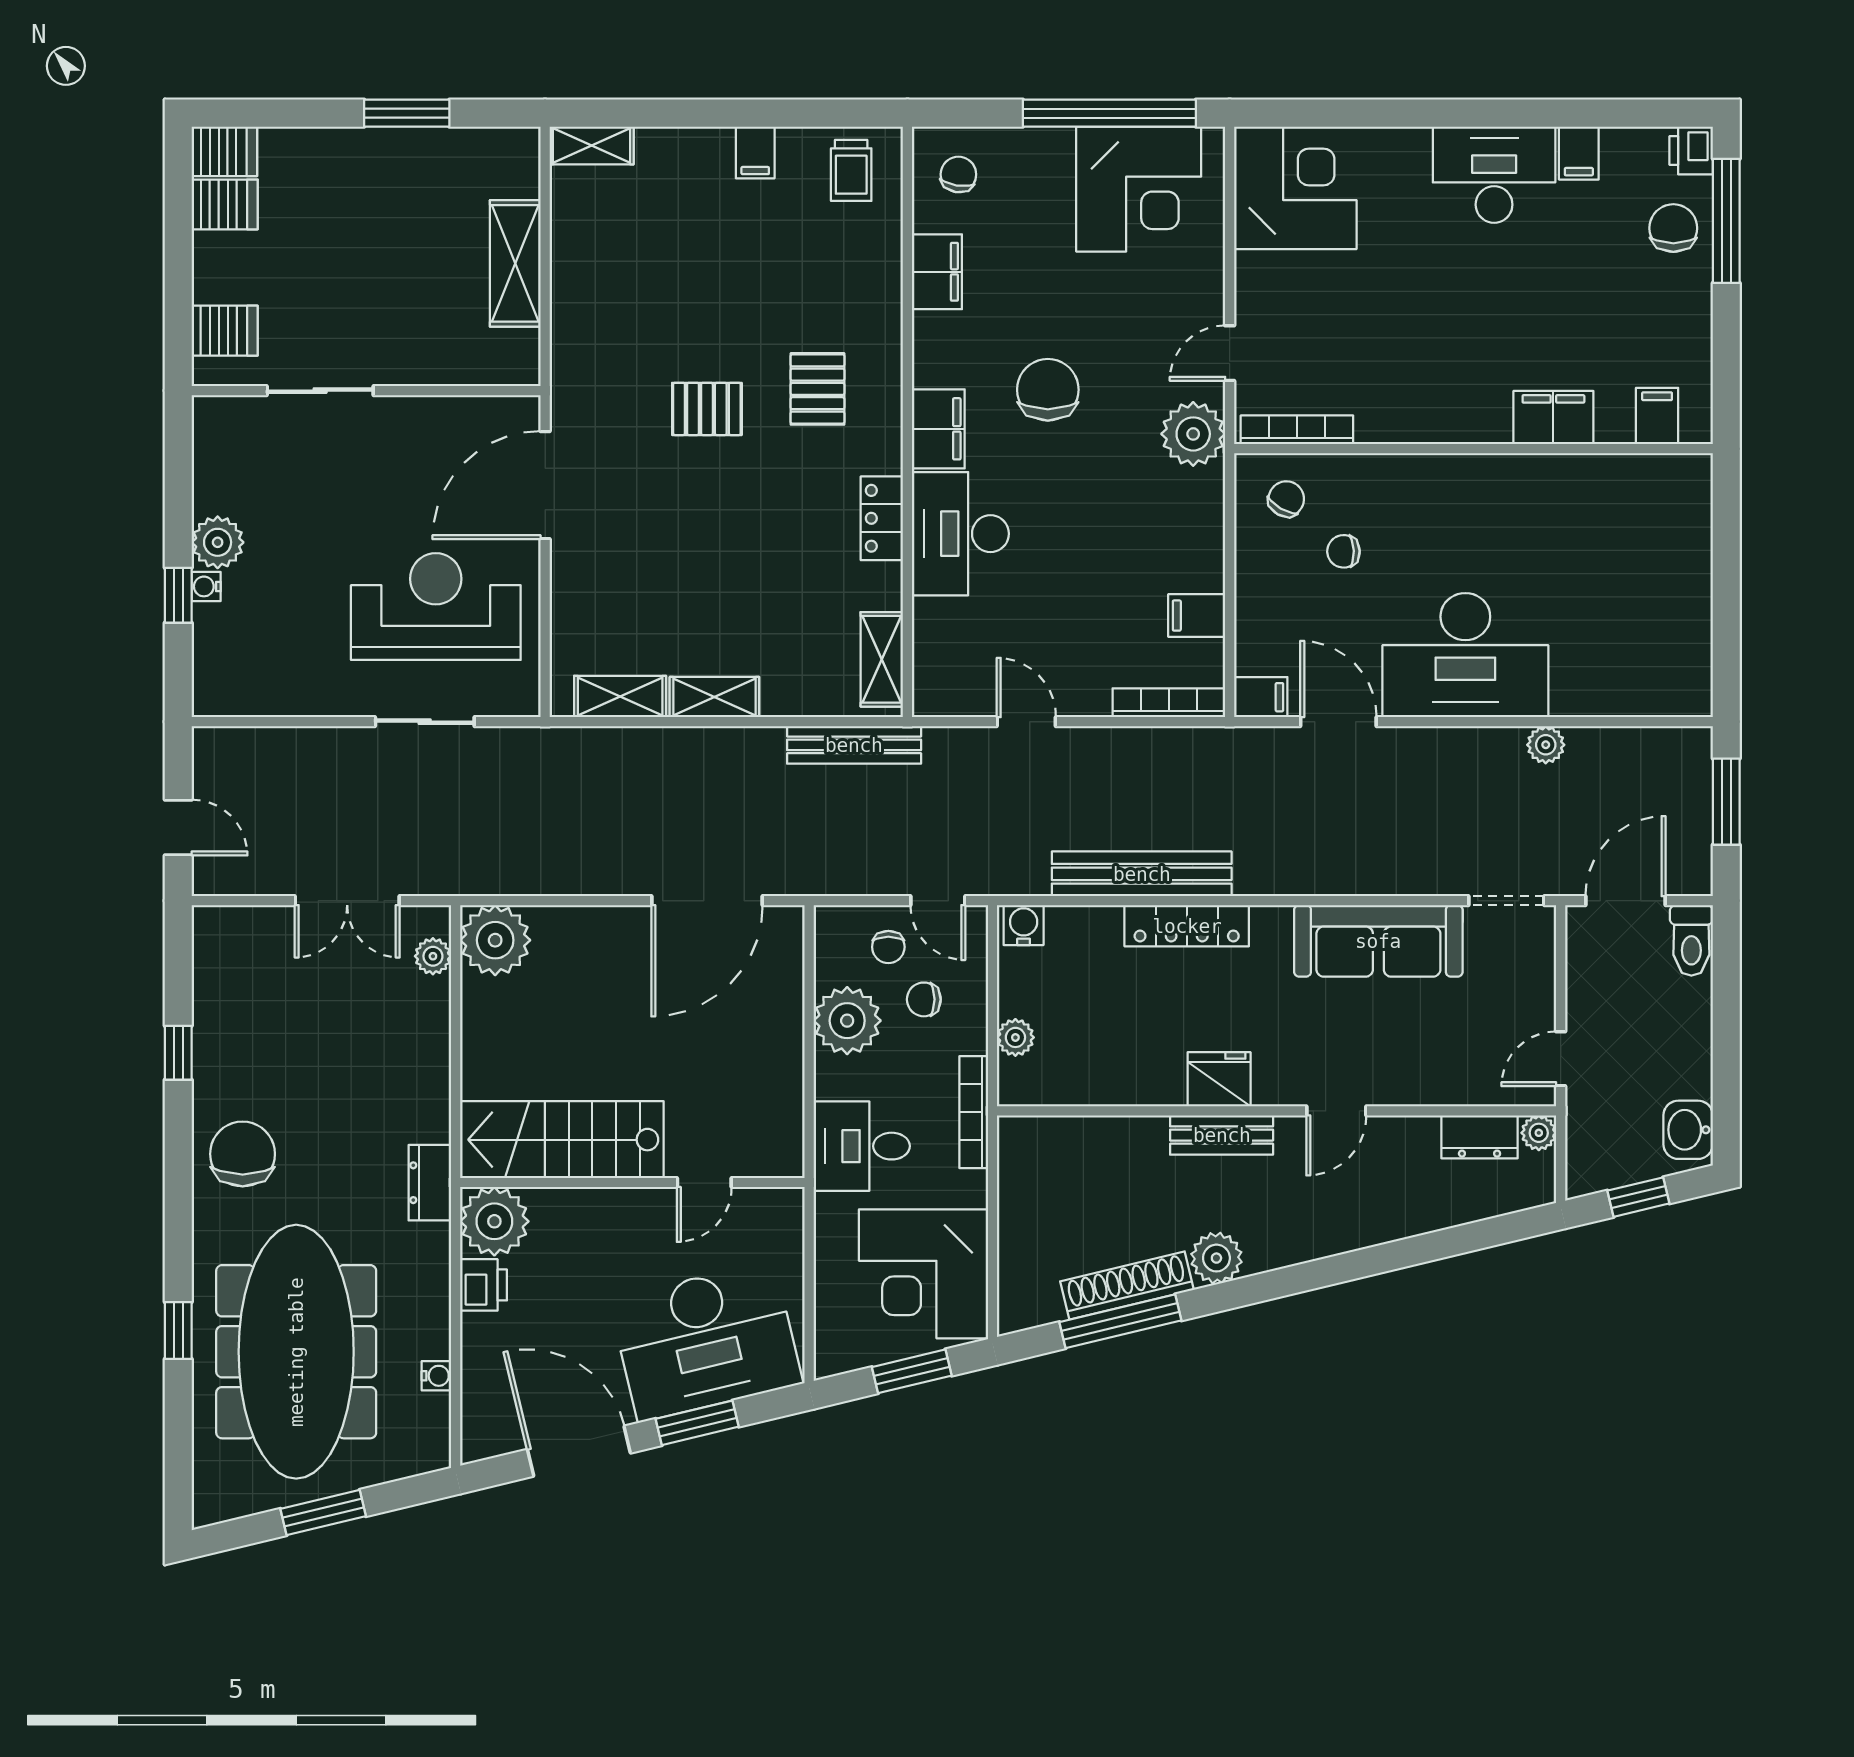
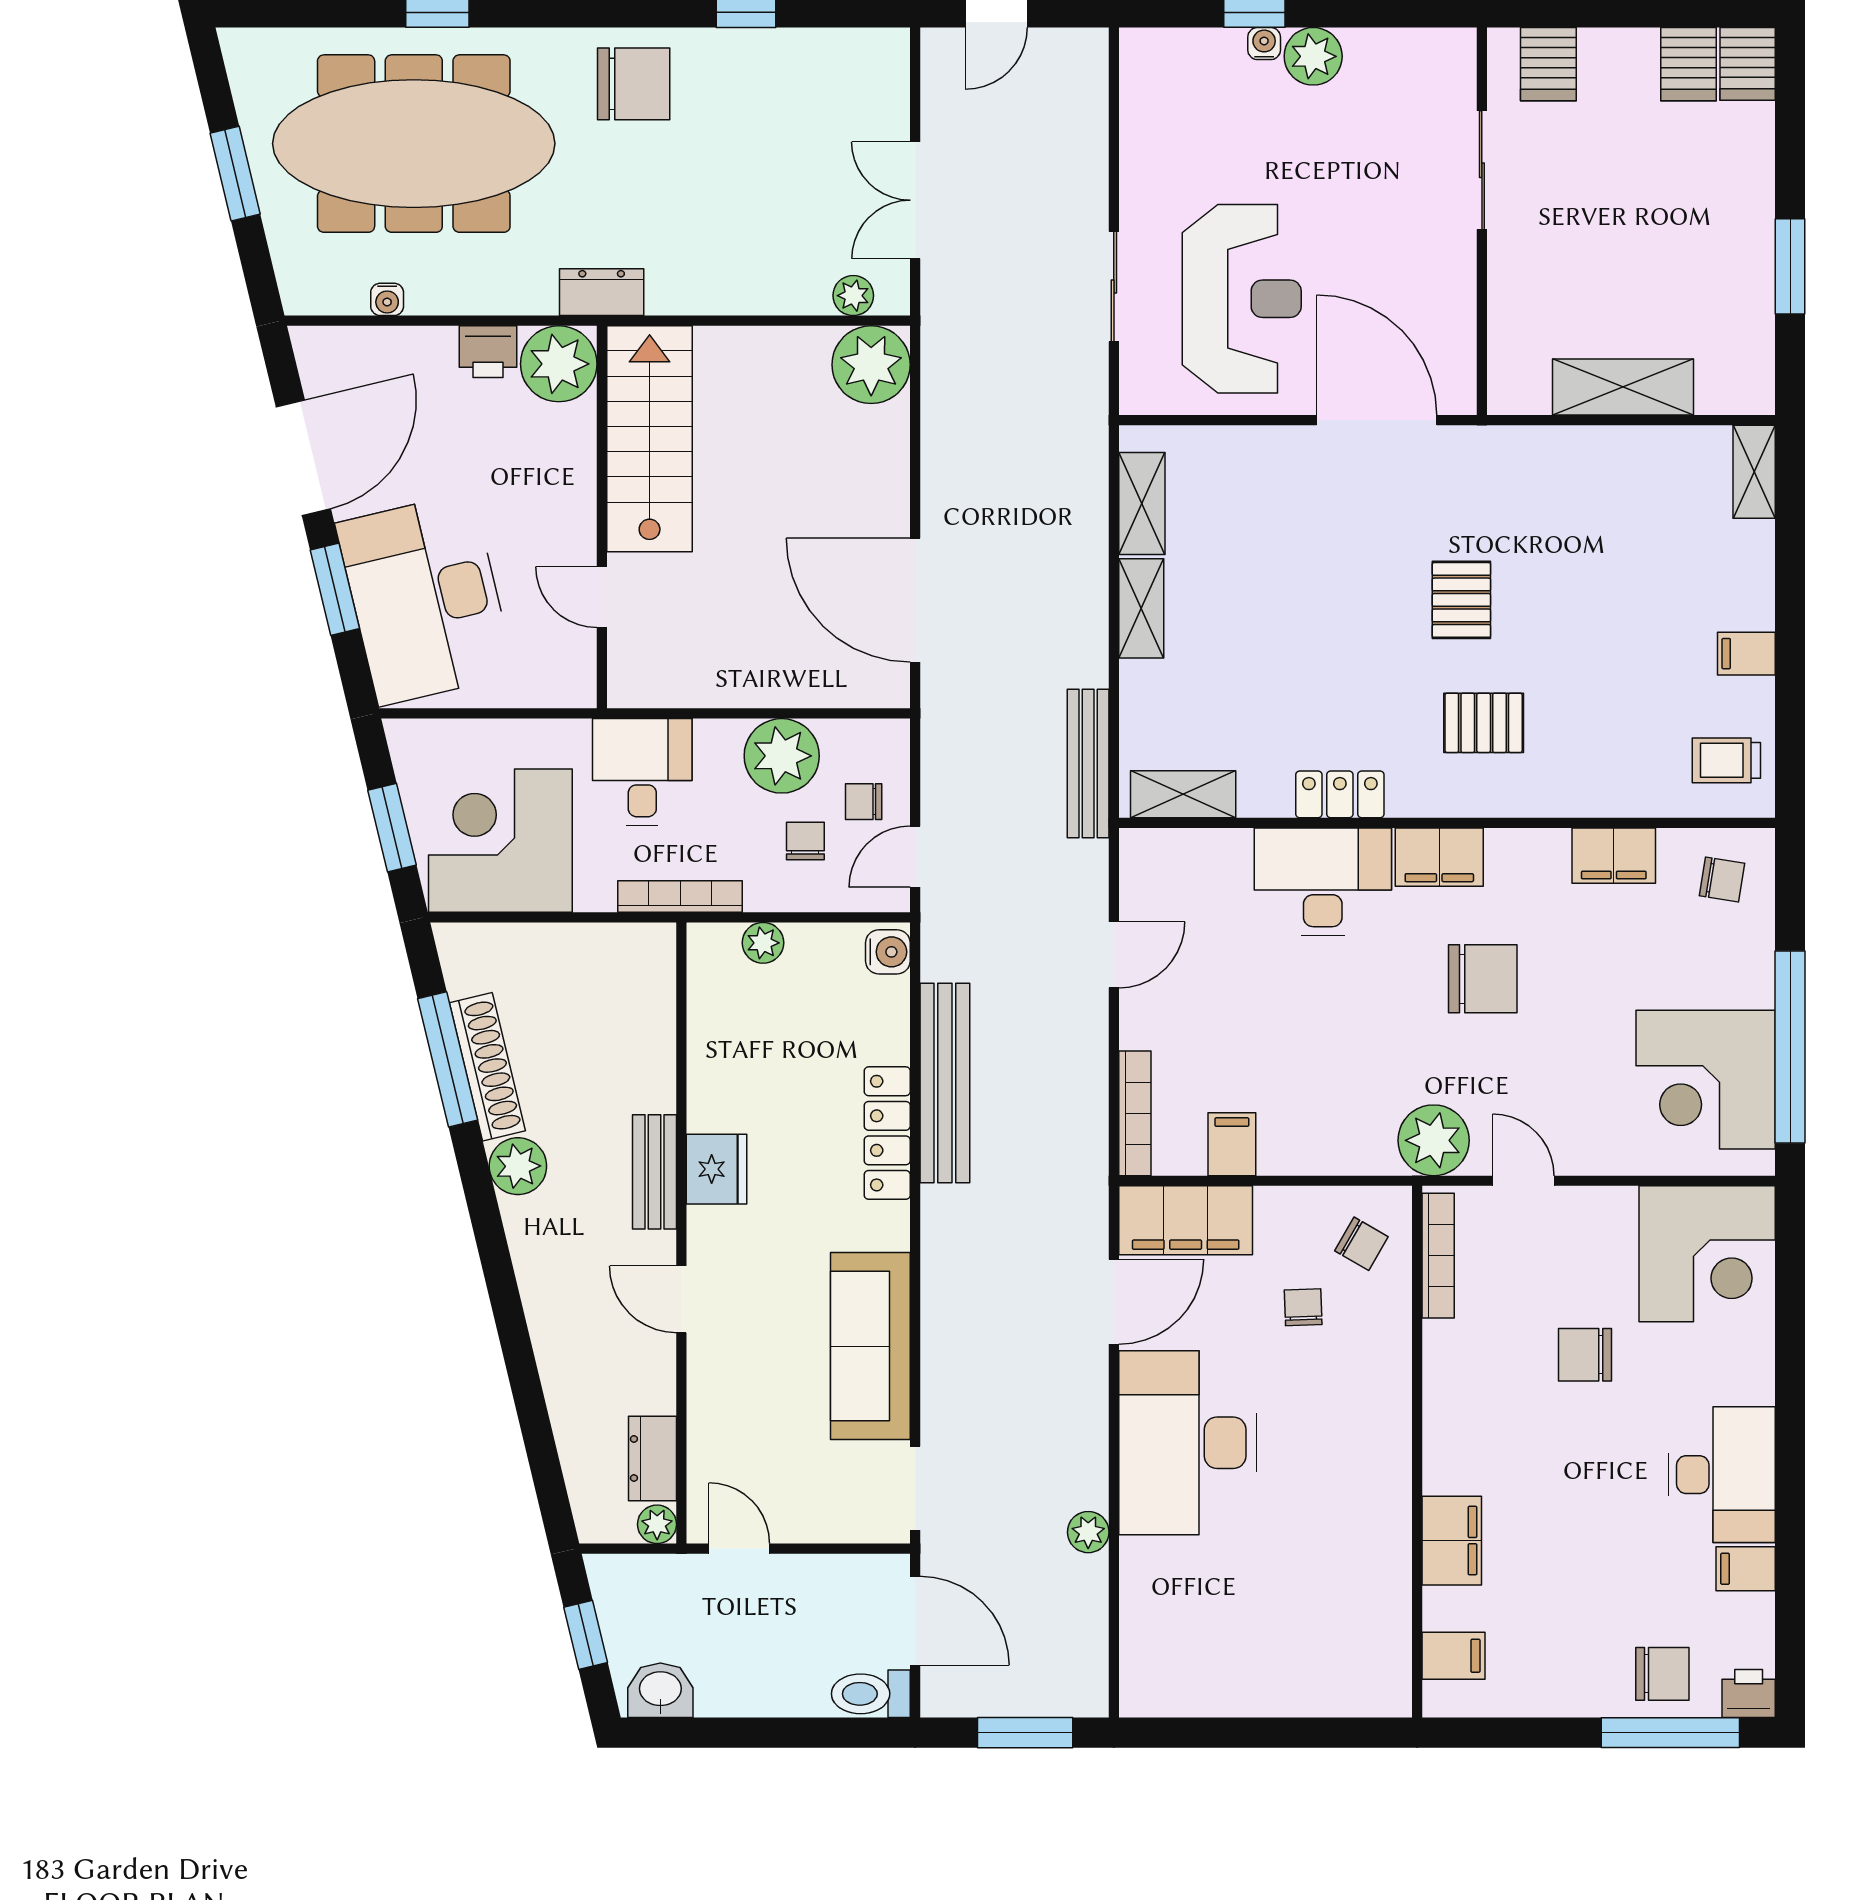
chair: (1386, 298) -> (1585, 1355), added
filing cabinet: (1261, 697) -> (1186, 1220), width x3.00, depth x1.17

